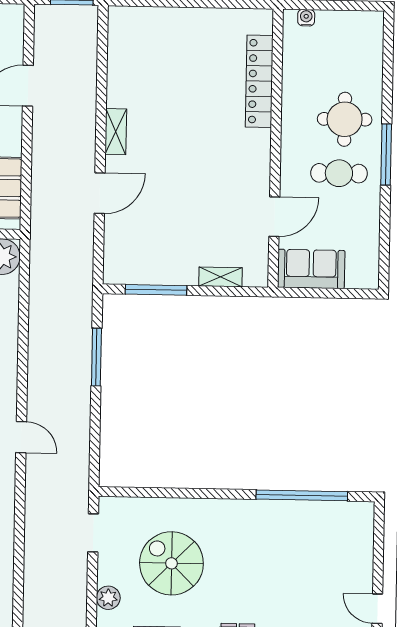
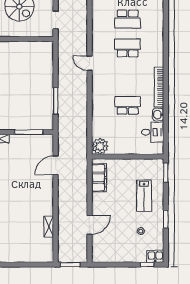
shelving: (116, 132) -> (49, 227), moved
door: (100, 193) -> (56, 165), moved

